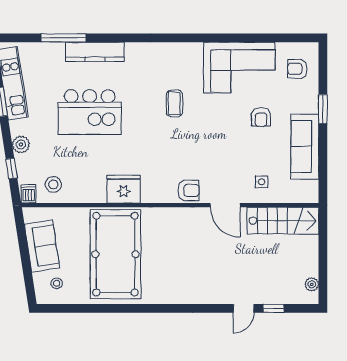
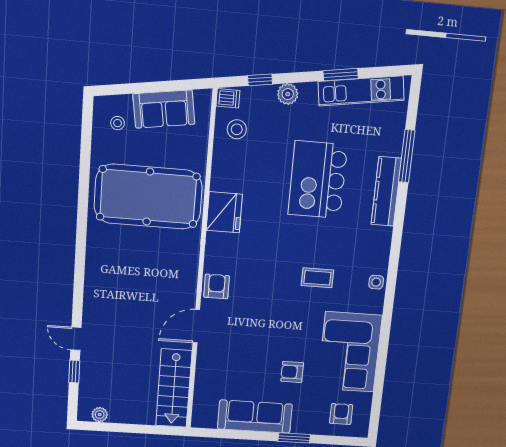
side table: (262, 182) -> (376, 282), moved
armchair: (188, 190) -> (217, 286), turned 180

